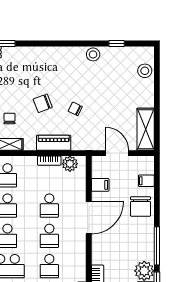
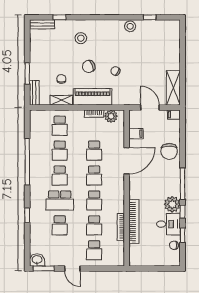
stool: (145, 71) -> (81, 38), moved
piano: (54, 143) -> (93, 97), width x1.37, depth x1.33
filing cabinet: (146, 181) -> (174, 115), moved

